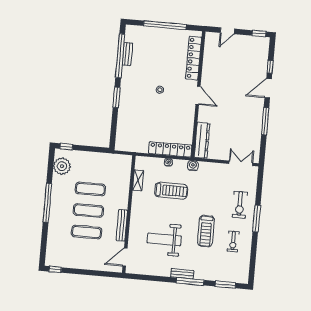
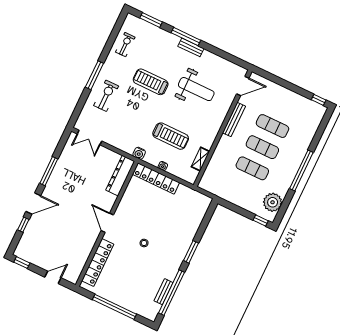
treadmill: (171, 191) -> (171, 136), turned 180
treadmill: (206, 231) -> (151, 82), turned -90
exercise bike: (233, 241) -> (125, 45), moved

